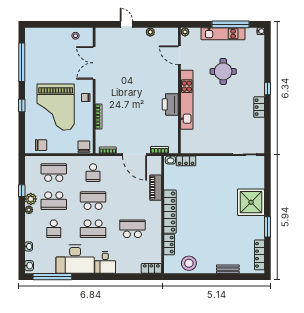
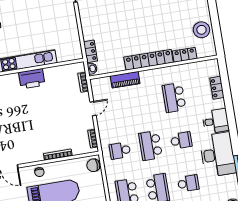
door: (135, 155) -> (93, 109), width x0.53
school desk: (93, 173) -> (120, 151), turned 180
school desk: (93, 229) -> (181, 140), width x0.54
locker: (151, 268) -> (217, 88), moved

